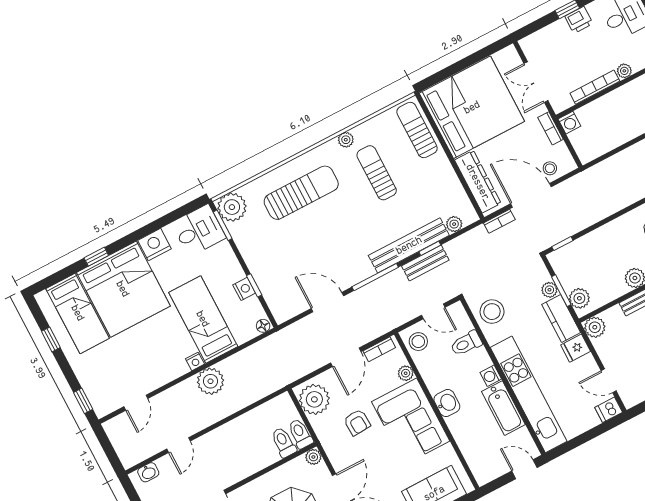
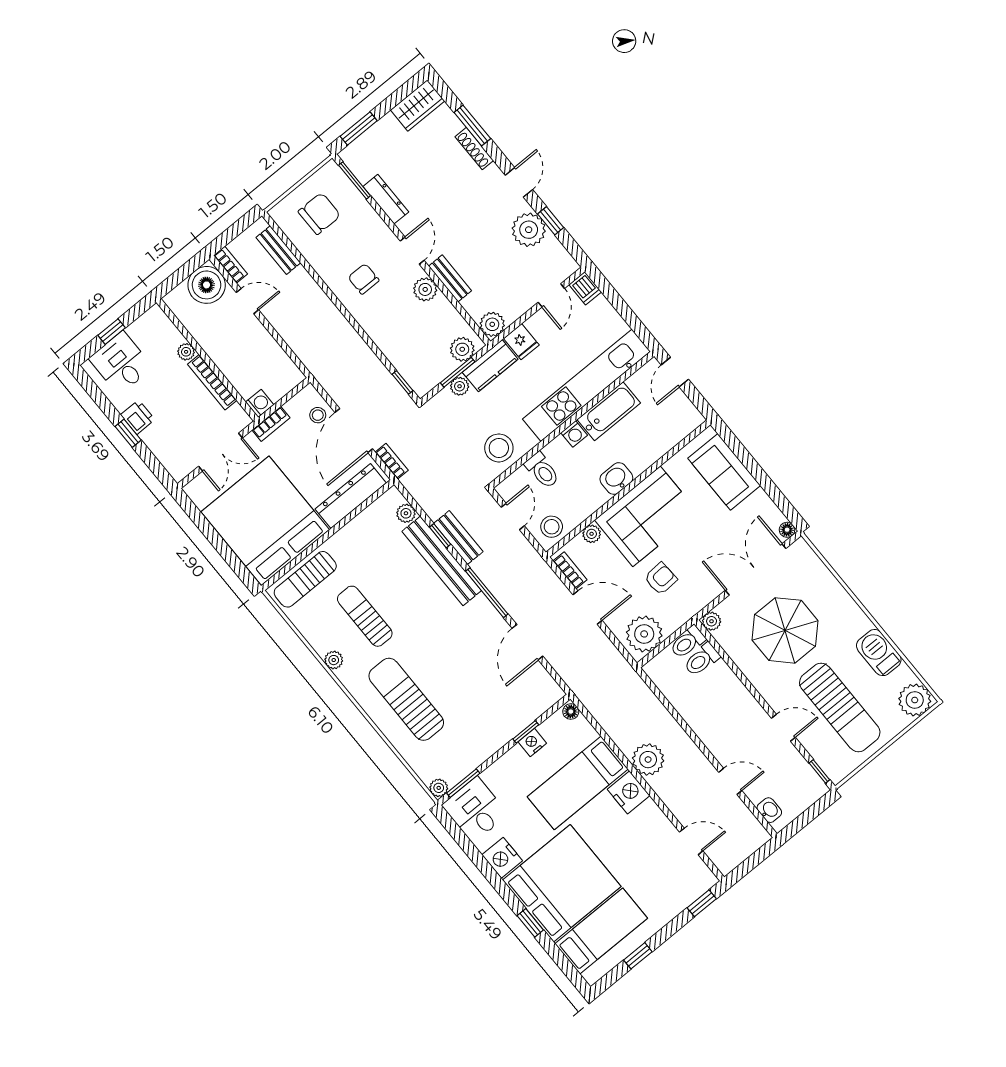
sun lounger: (377, 173) -> (365, 616), turned 90
plant: (232, 207) -> (439, 788), width x0.53, depth x0.53
nightstand: (195, 361) -> (629, 792), width x1.89, depth x1.79

